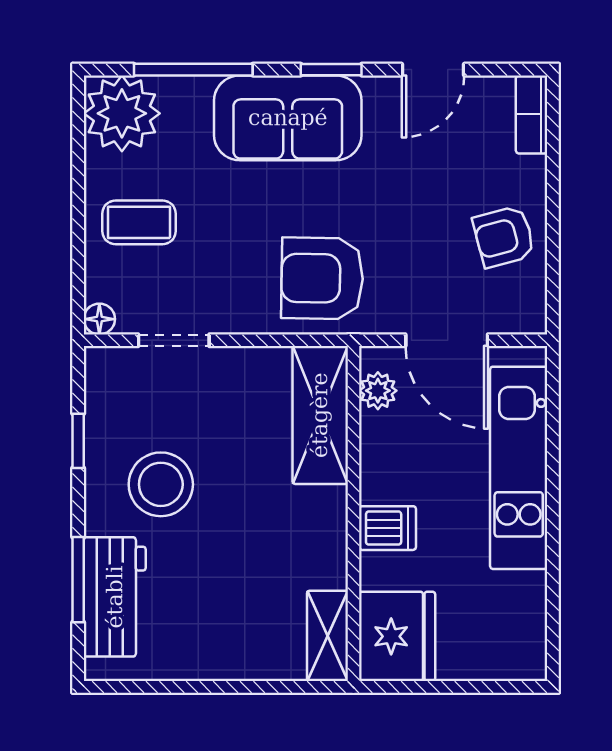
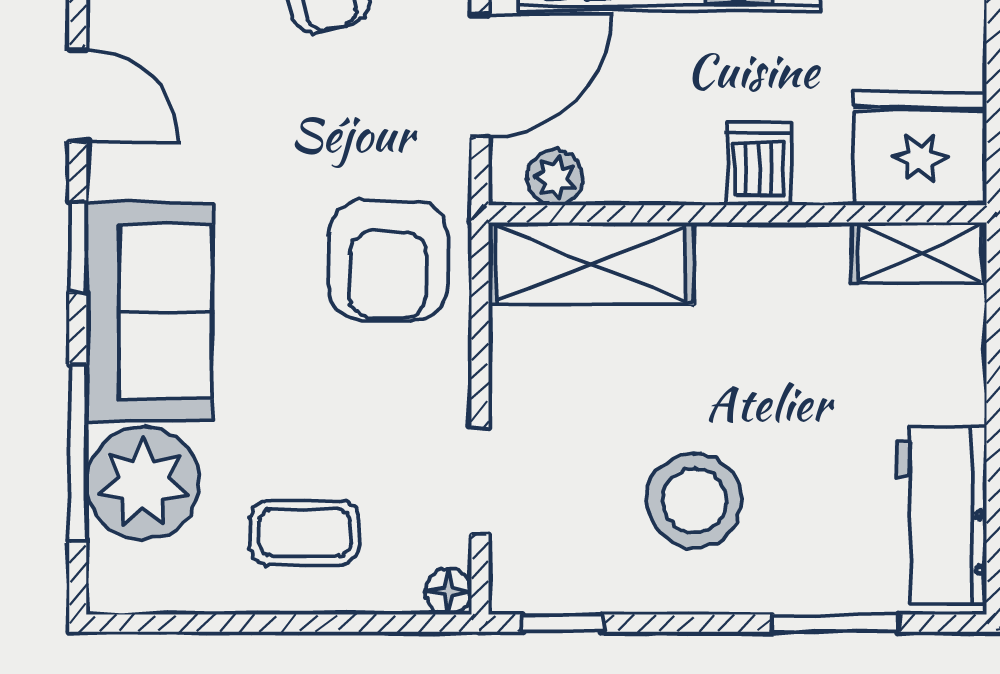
plant: (122, 113) -> (143, 483), moved
coffee table: (139, 222) -> (305, 533), turned 90
window: (78, 441) -> (562, 623), moved
workbench: (115, 597) -> (941, 516), moved, turned -90

